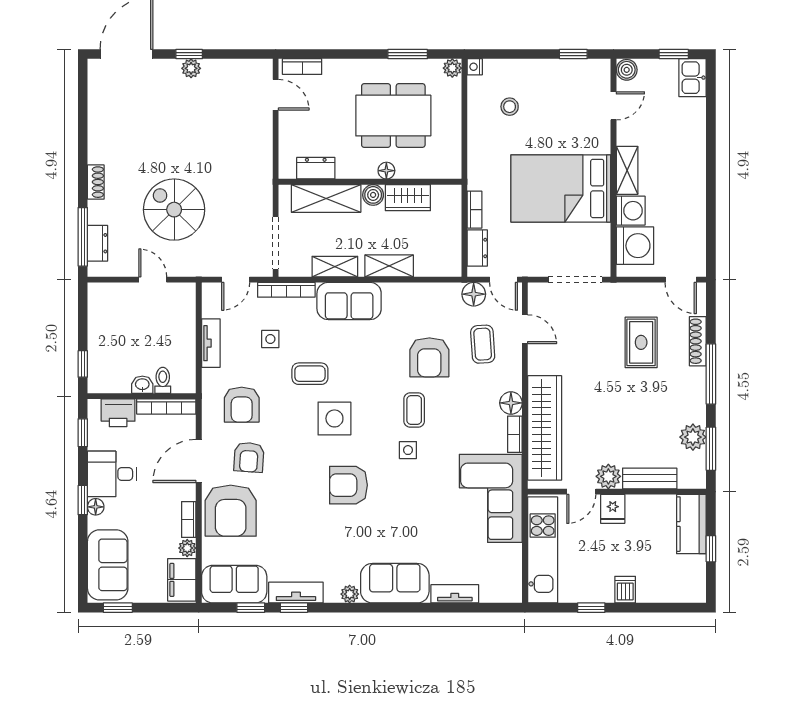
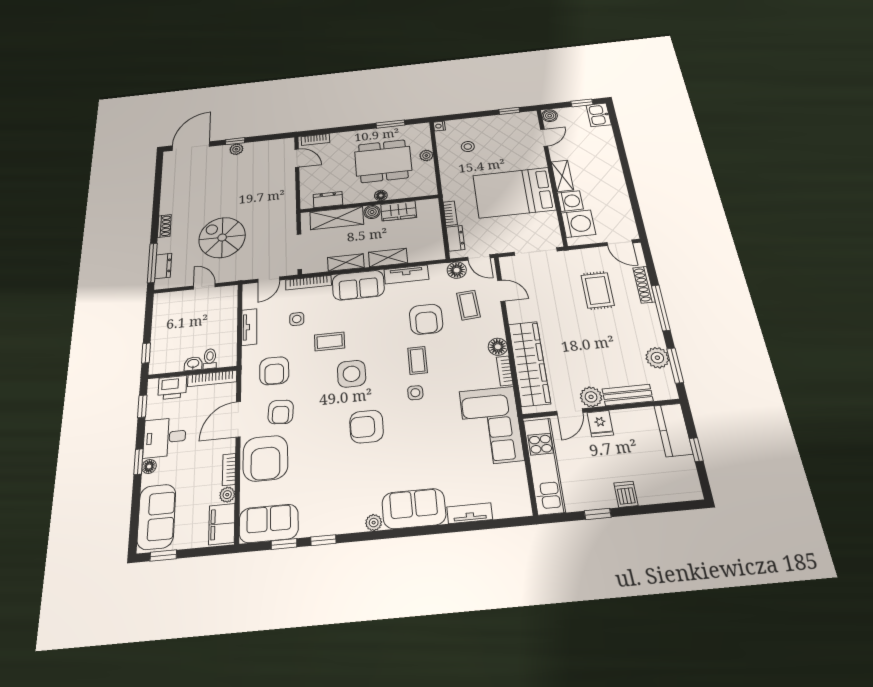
plant: (452, 68) -> (426, 156), moved
tv unit: (296, 593) -> (406, 274), moved, turned 180

